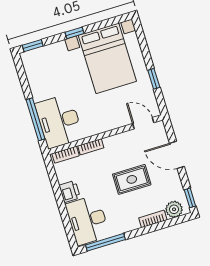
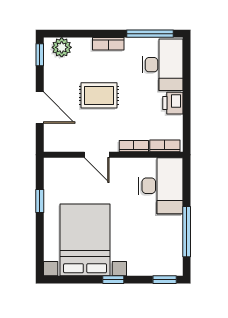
window: (35, 119) -> (187, 232), moved
door: (143, 123) -> (97, 155), moved
bookcase: (153, 219) -> (108, 44), moved

